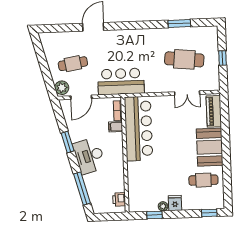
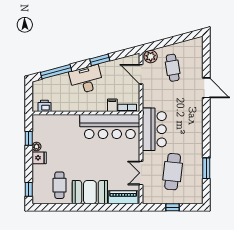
bar counter: (121, 81) -> (154, 129), moved

